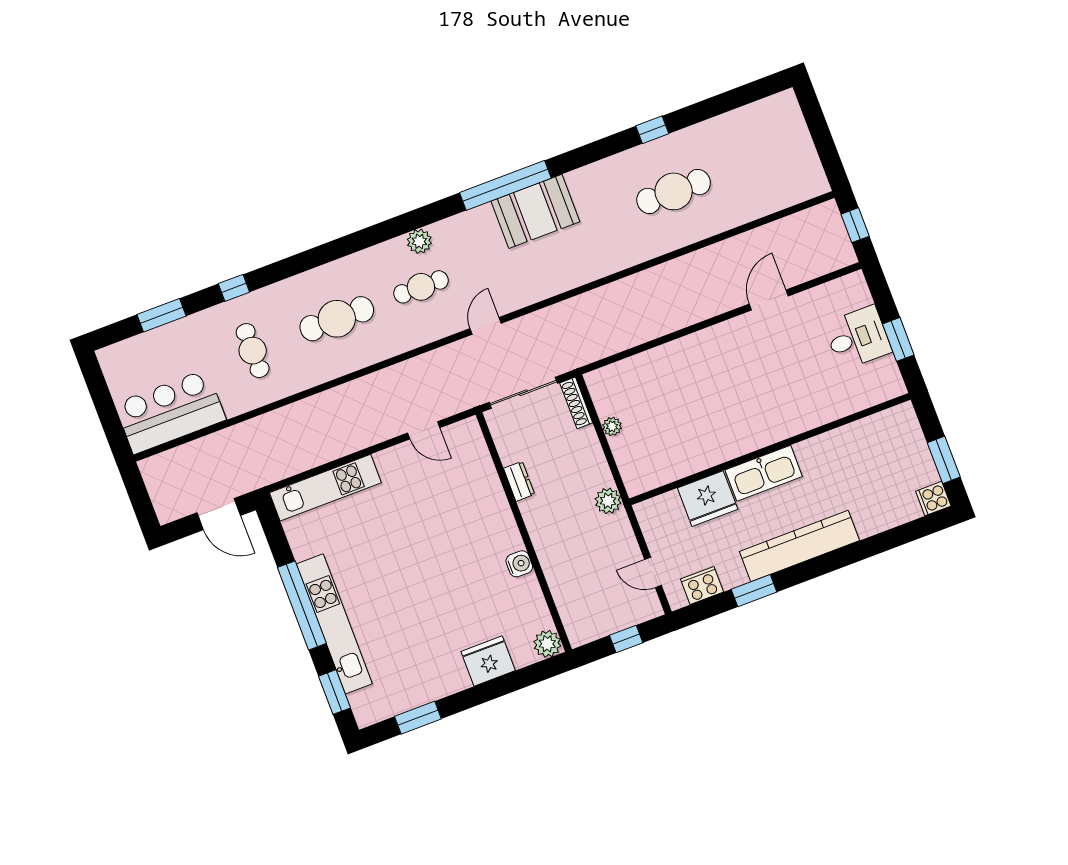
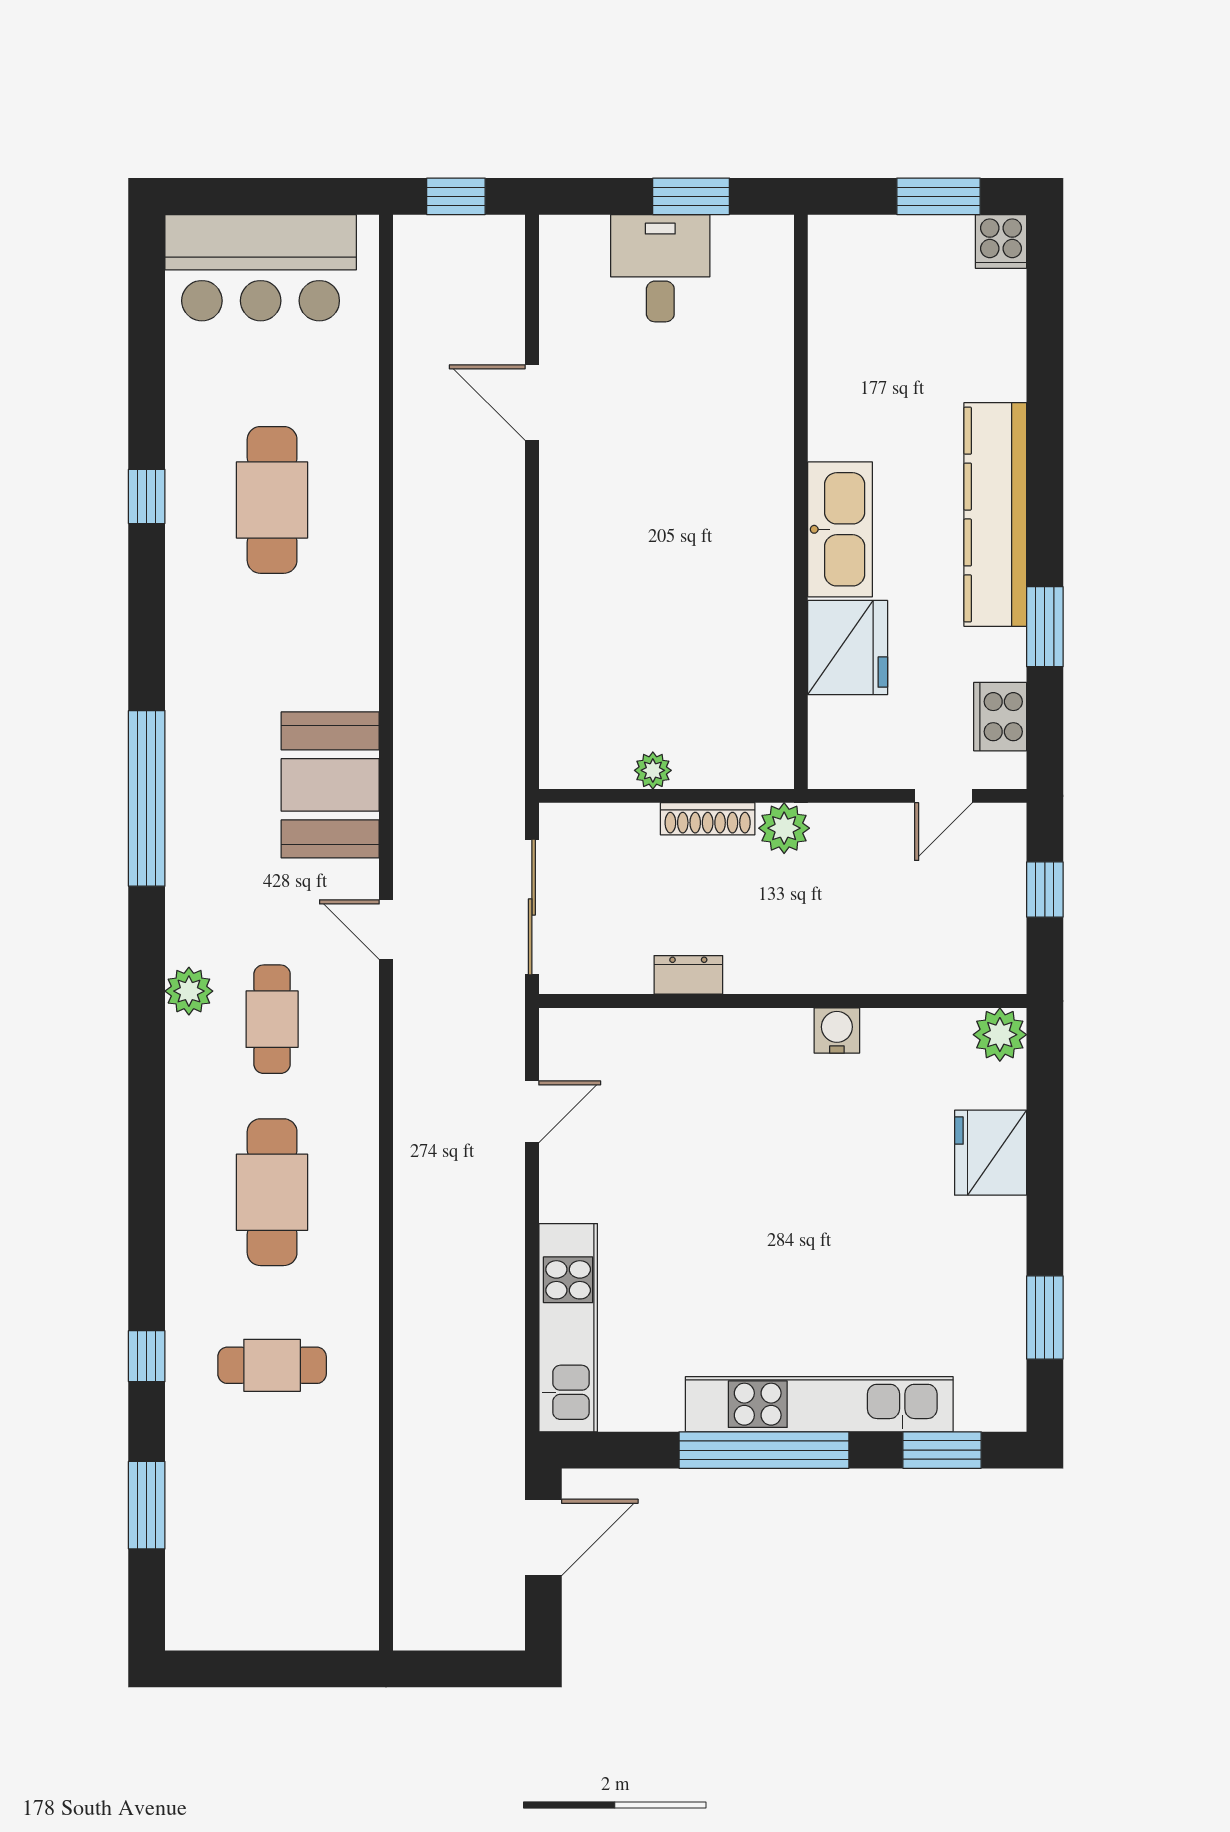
booth: (535, 211) -> (330, 785), moved
shoe rack: (576, 403) -> (708, 819), moved
bar counter: (170, 412) -> (261, 268), moved, turned -90

